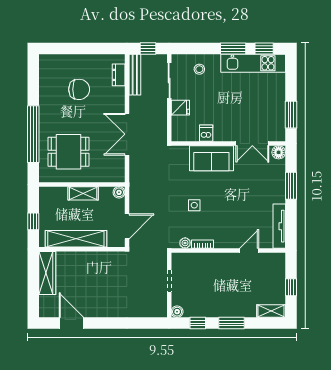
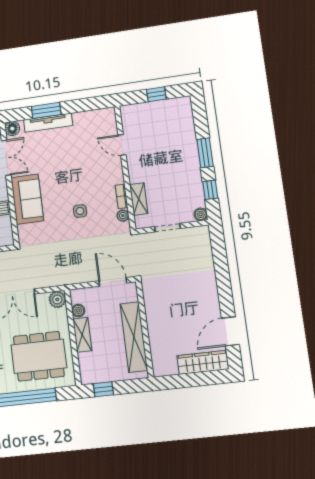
dining table: (68, 152) -> (39, 356), width x1.38
plant: (117, 175) -> (57, 299), added
boiler: (119, 192) -> (78, 311), moved
window: (33, 221) -> (103, 389), moved
tv unit: (279, 226) -> (48, 123), moved
wardrobe: (47, 273) -> (203, 362), moved
shelving: (271, 311) -> (139, 199), moved

